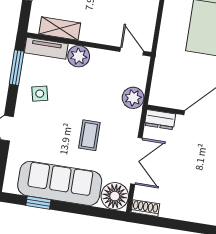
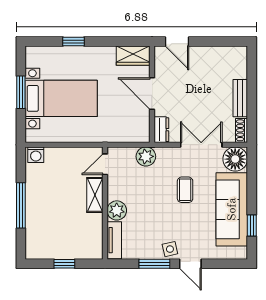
shelving: (60, 29) -> (95, 195), moved
window: (17, 68) -> (154, 264), moved
side table: (40, 94) -> (170, 249), moved
coffee table: (89, 135) -> (185, 190), turned 90
bench: (181, 212) -> (240, 98), added

